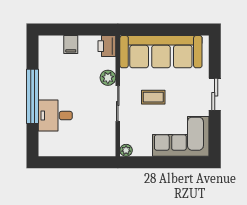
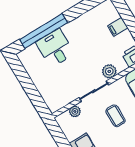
window: (33, 96) -> (44, 31), moved
plant: (126, 150) -> (75, 111), moved

